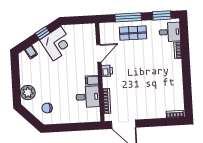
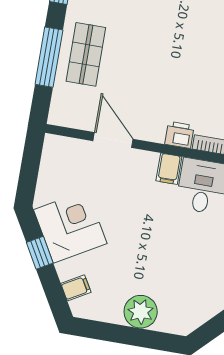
printer: (107, 71) -> (179, 135), moved
plant: (28, 93) -> (141, 312), moved
chair: (47, 108) -> (207, 281), removed

